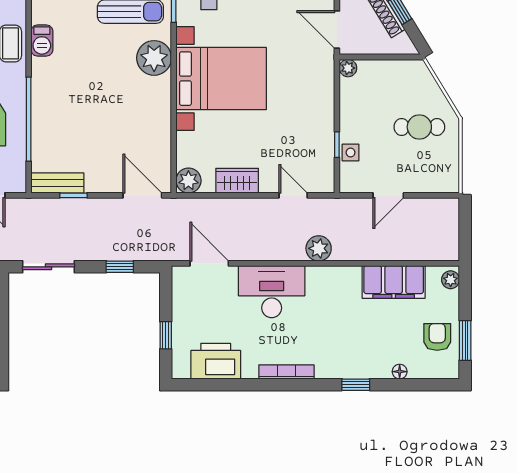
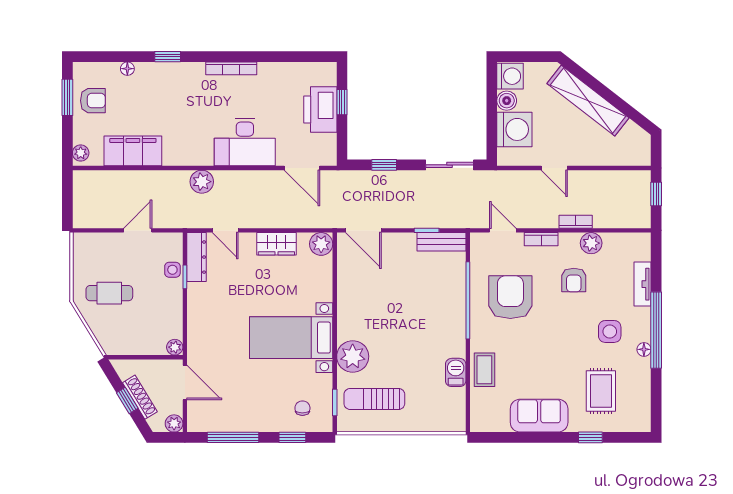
bed with nightstands: (221, 79) -> (291, 338), width x0.73
dresser: (324, 166) -> (197, 257), added
armchair: (437, 337) -> (93, 101), turned -90
printer: (216, 361) -> (320, 109), moved, turned 90

